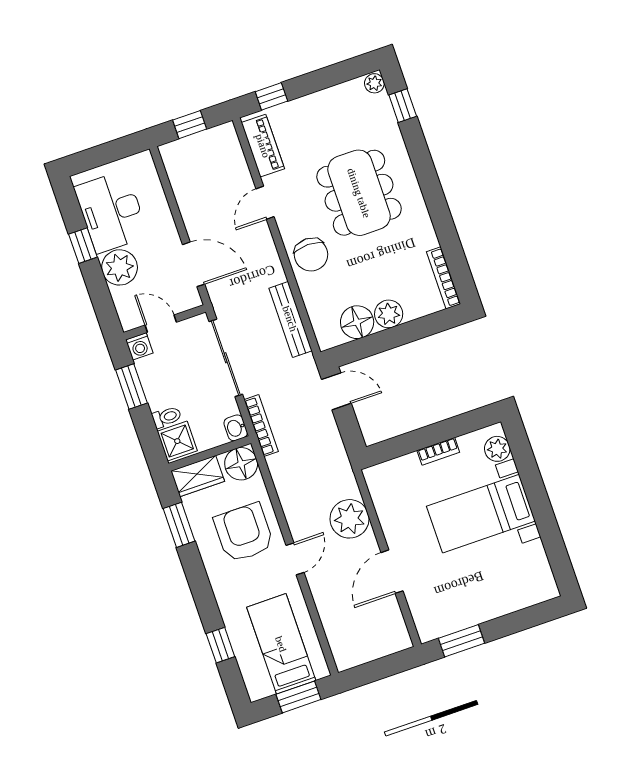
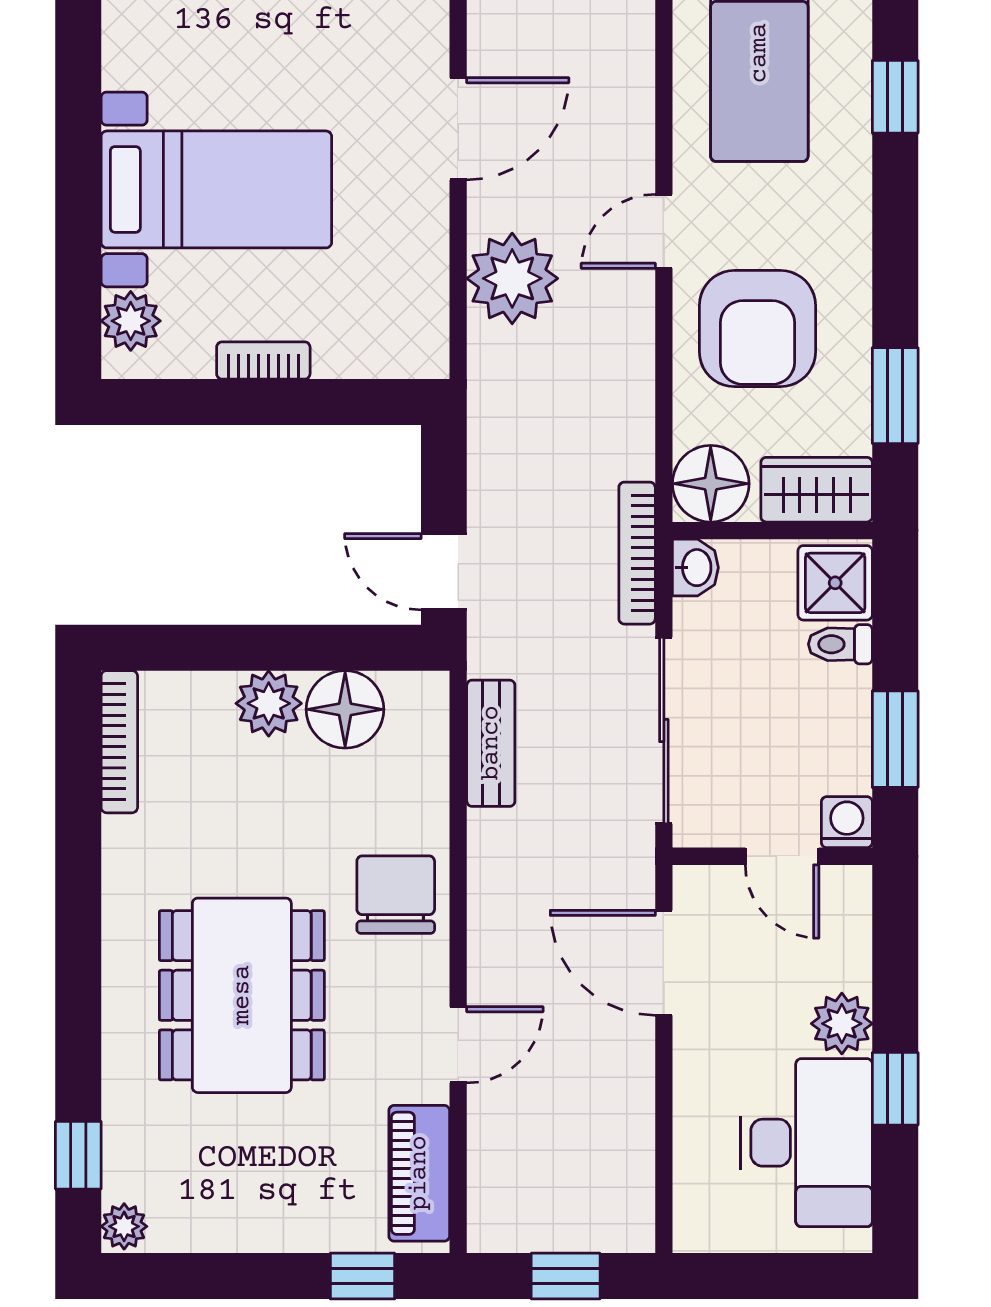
plant: (120, 267) -> (842, 1024), width x0.73, depth x0.73
bench: (290, 319) -> (491, 743), width x0.73

